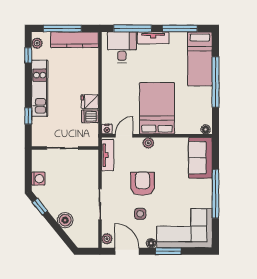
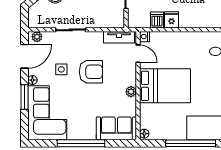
plant: (148, 143) -> (131, 92), moved

